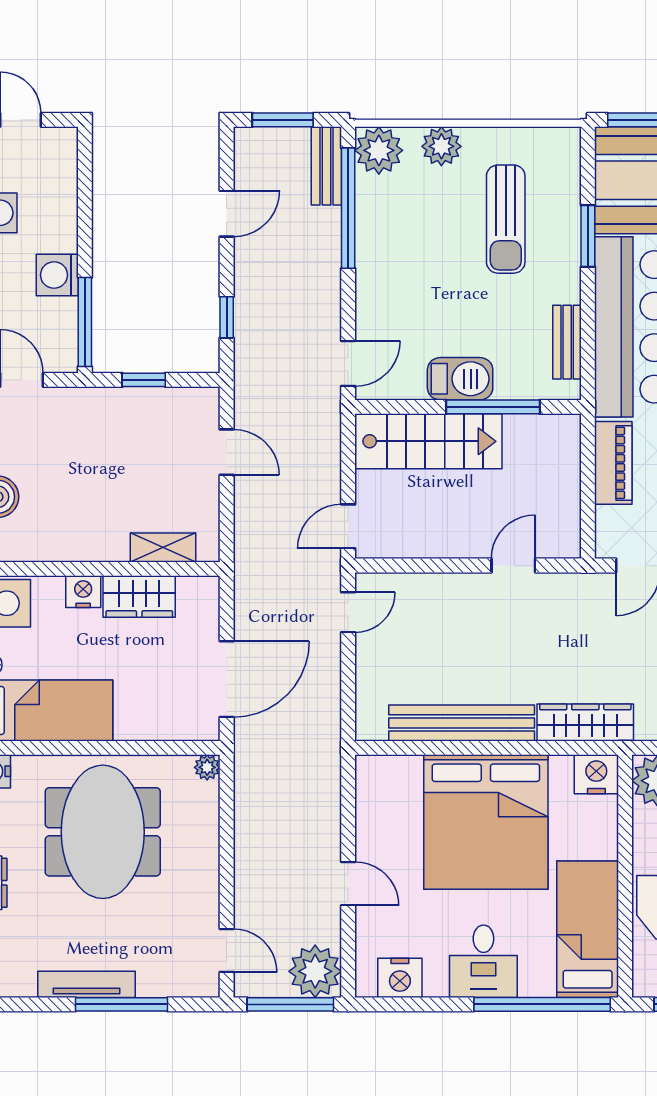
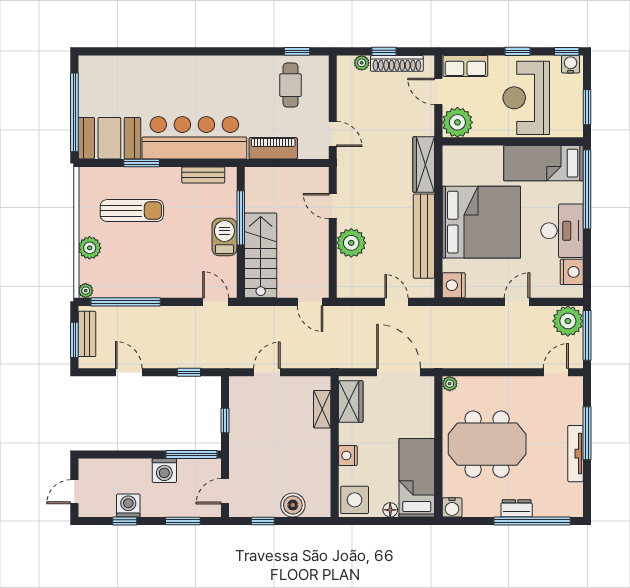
plant: (379, 150) -> (86, 291), width x0.53, depth x0.53
bench: (326, 166) -> (87, 334), moved, turned 90
wardrobe: (139, 597) -> (351, 402), moved
plant: (450, 597) -> (351, 243), added
door: (348, 612) -> (396, 302), moved
nightstand: (596, 774) -> (454, 285), moved
desk: (483, 961) -> (562, 231), width x1.37

